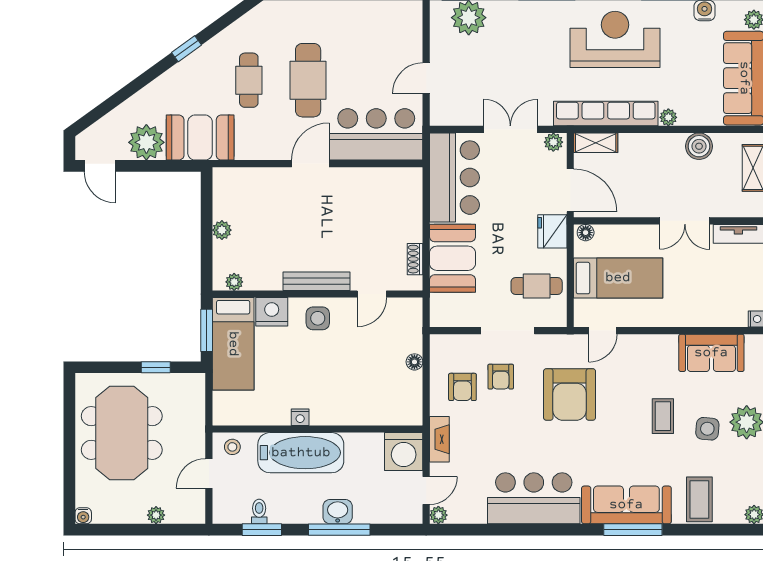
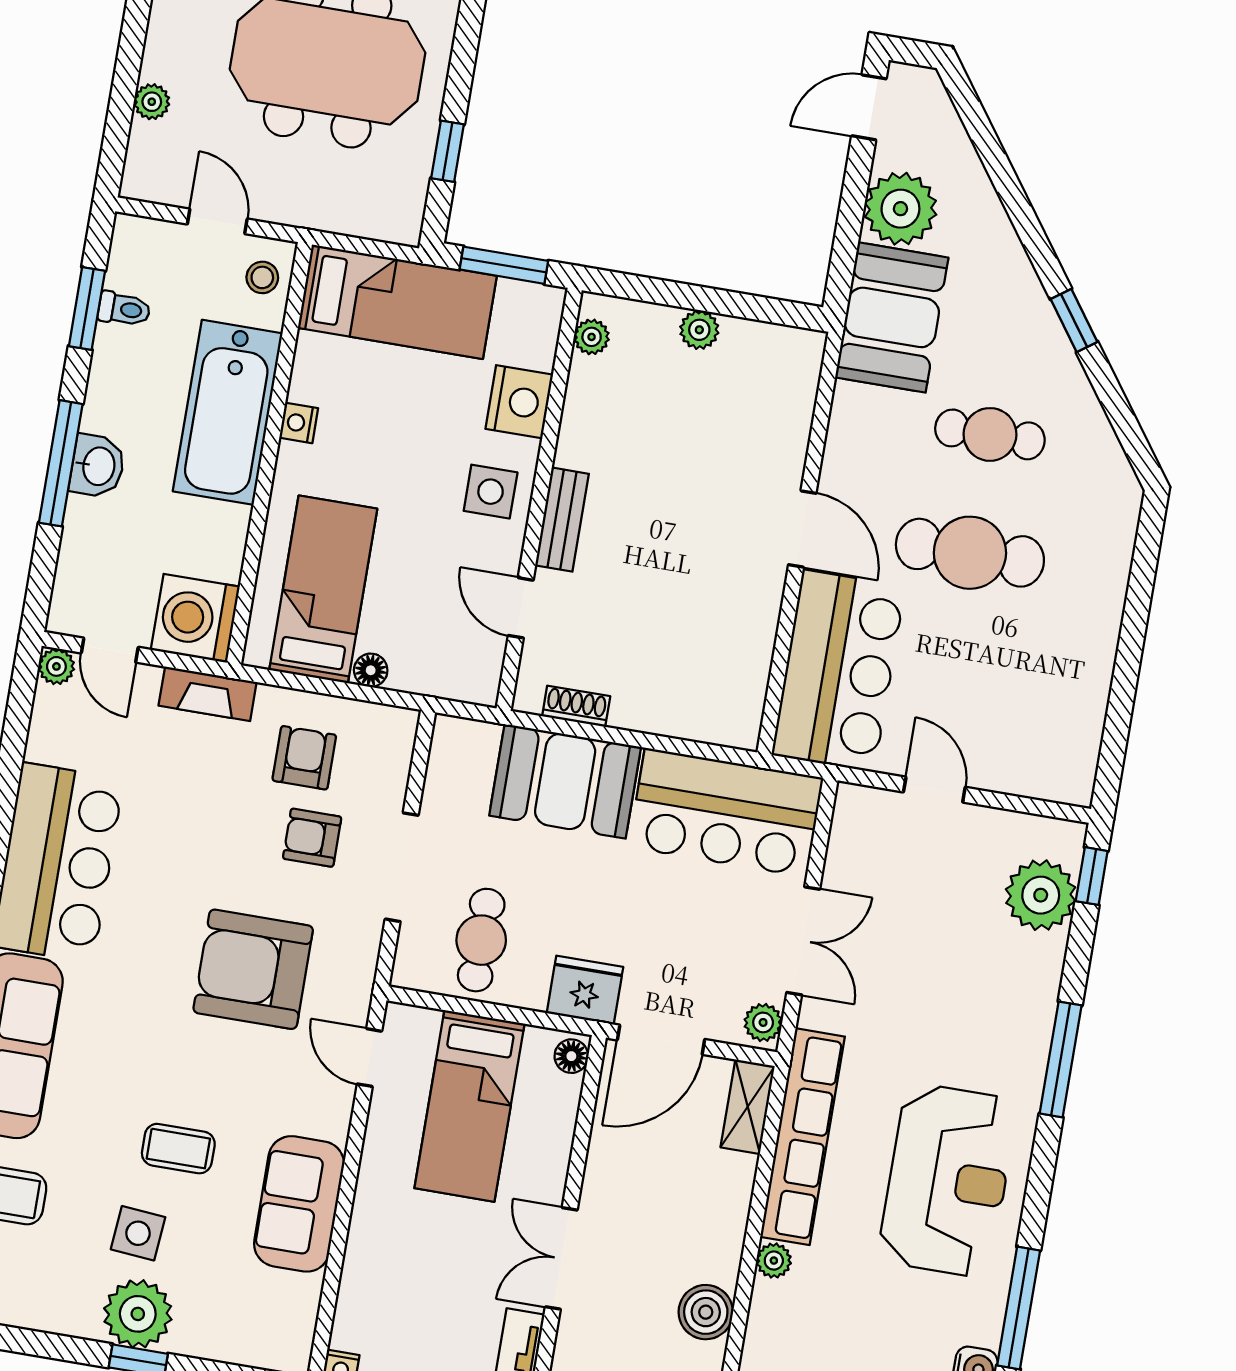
bench: (317, 281) -> (562, 520), width x0.73
bed: (233, 344) -> (397, 302), moved, turned 180
sofa: (711, 353) -> (299, 1204), moved
armchair: (462, 387) -> (304, 758), turned 90
bed: (379, 392) -> (323, 589), added

